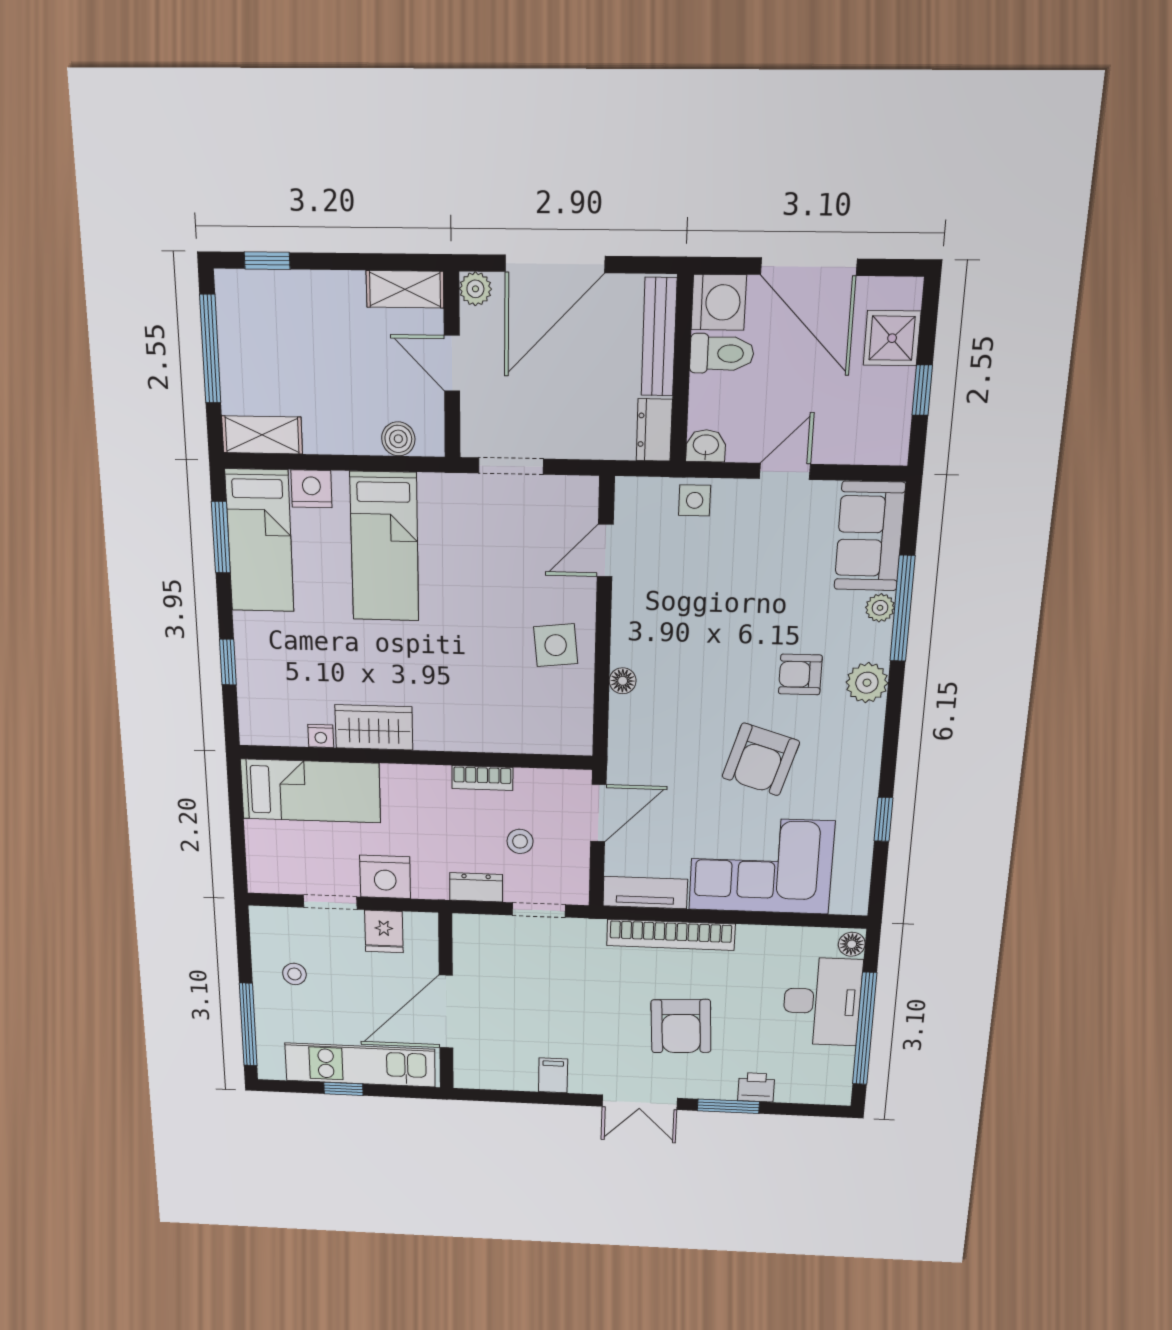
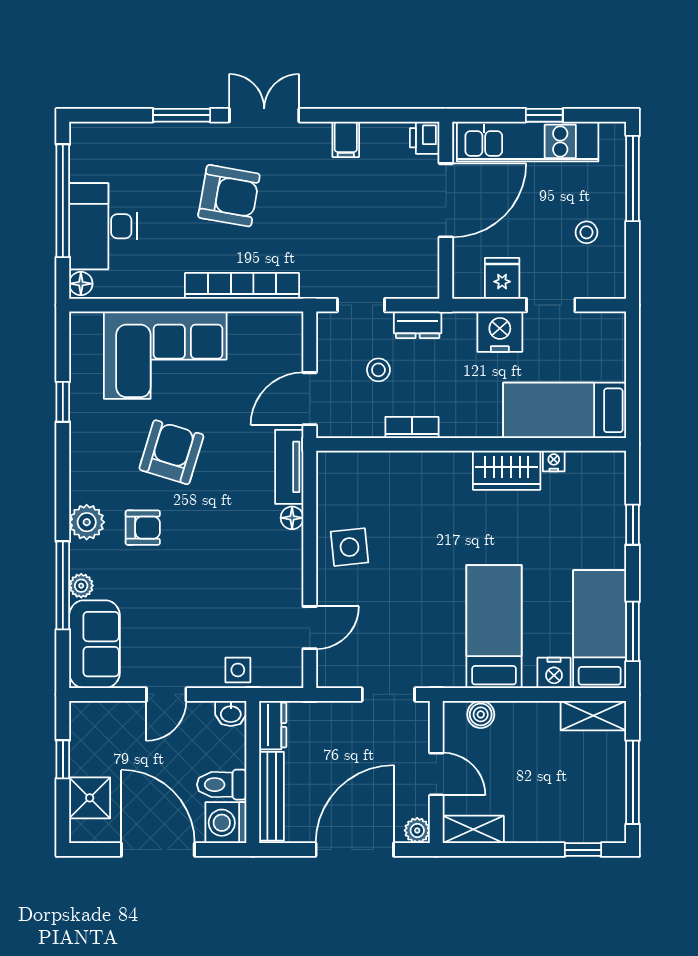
tv unit: (645, 893) -> (289, 467), moved, turned 90
armchair: (681, 1026) -> (229, 196), turned 103
printer: (756, 1087) -> (425, 138), moved, turned 90

